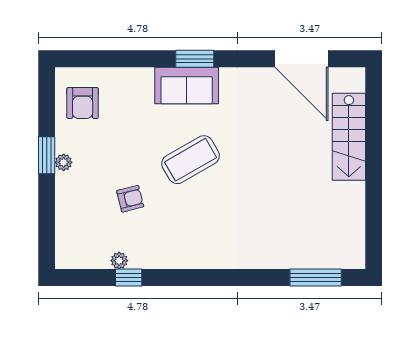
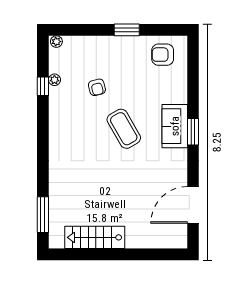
stairs: (349, 137) -> (95, 237), moved
plant: (64, 162) -> (56, 42), moved

